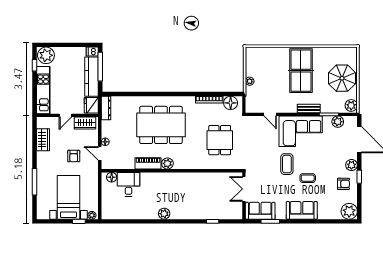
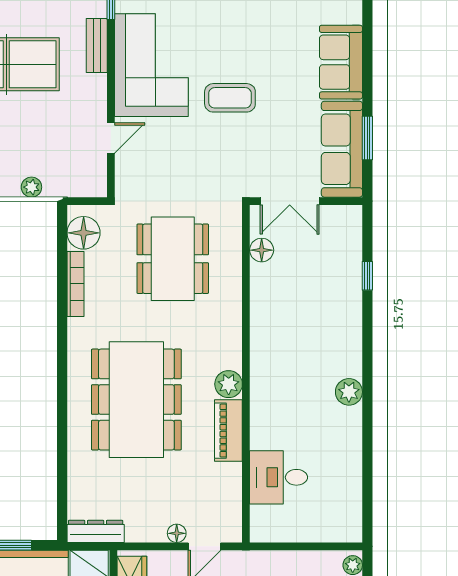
dining table: (220, 140) -> (173, 259), width x1.38
floor lamp: (112, 177) -> (262, 250), moved
coffee table: (308, 178) -> (264, 48), removed
sofa: (260, 211) -> (342, 149), width x1.36

